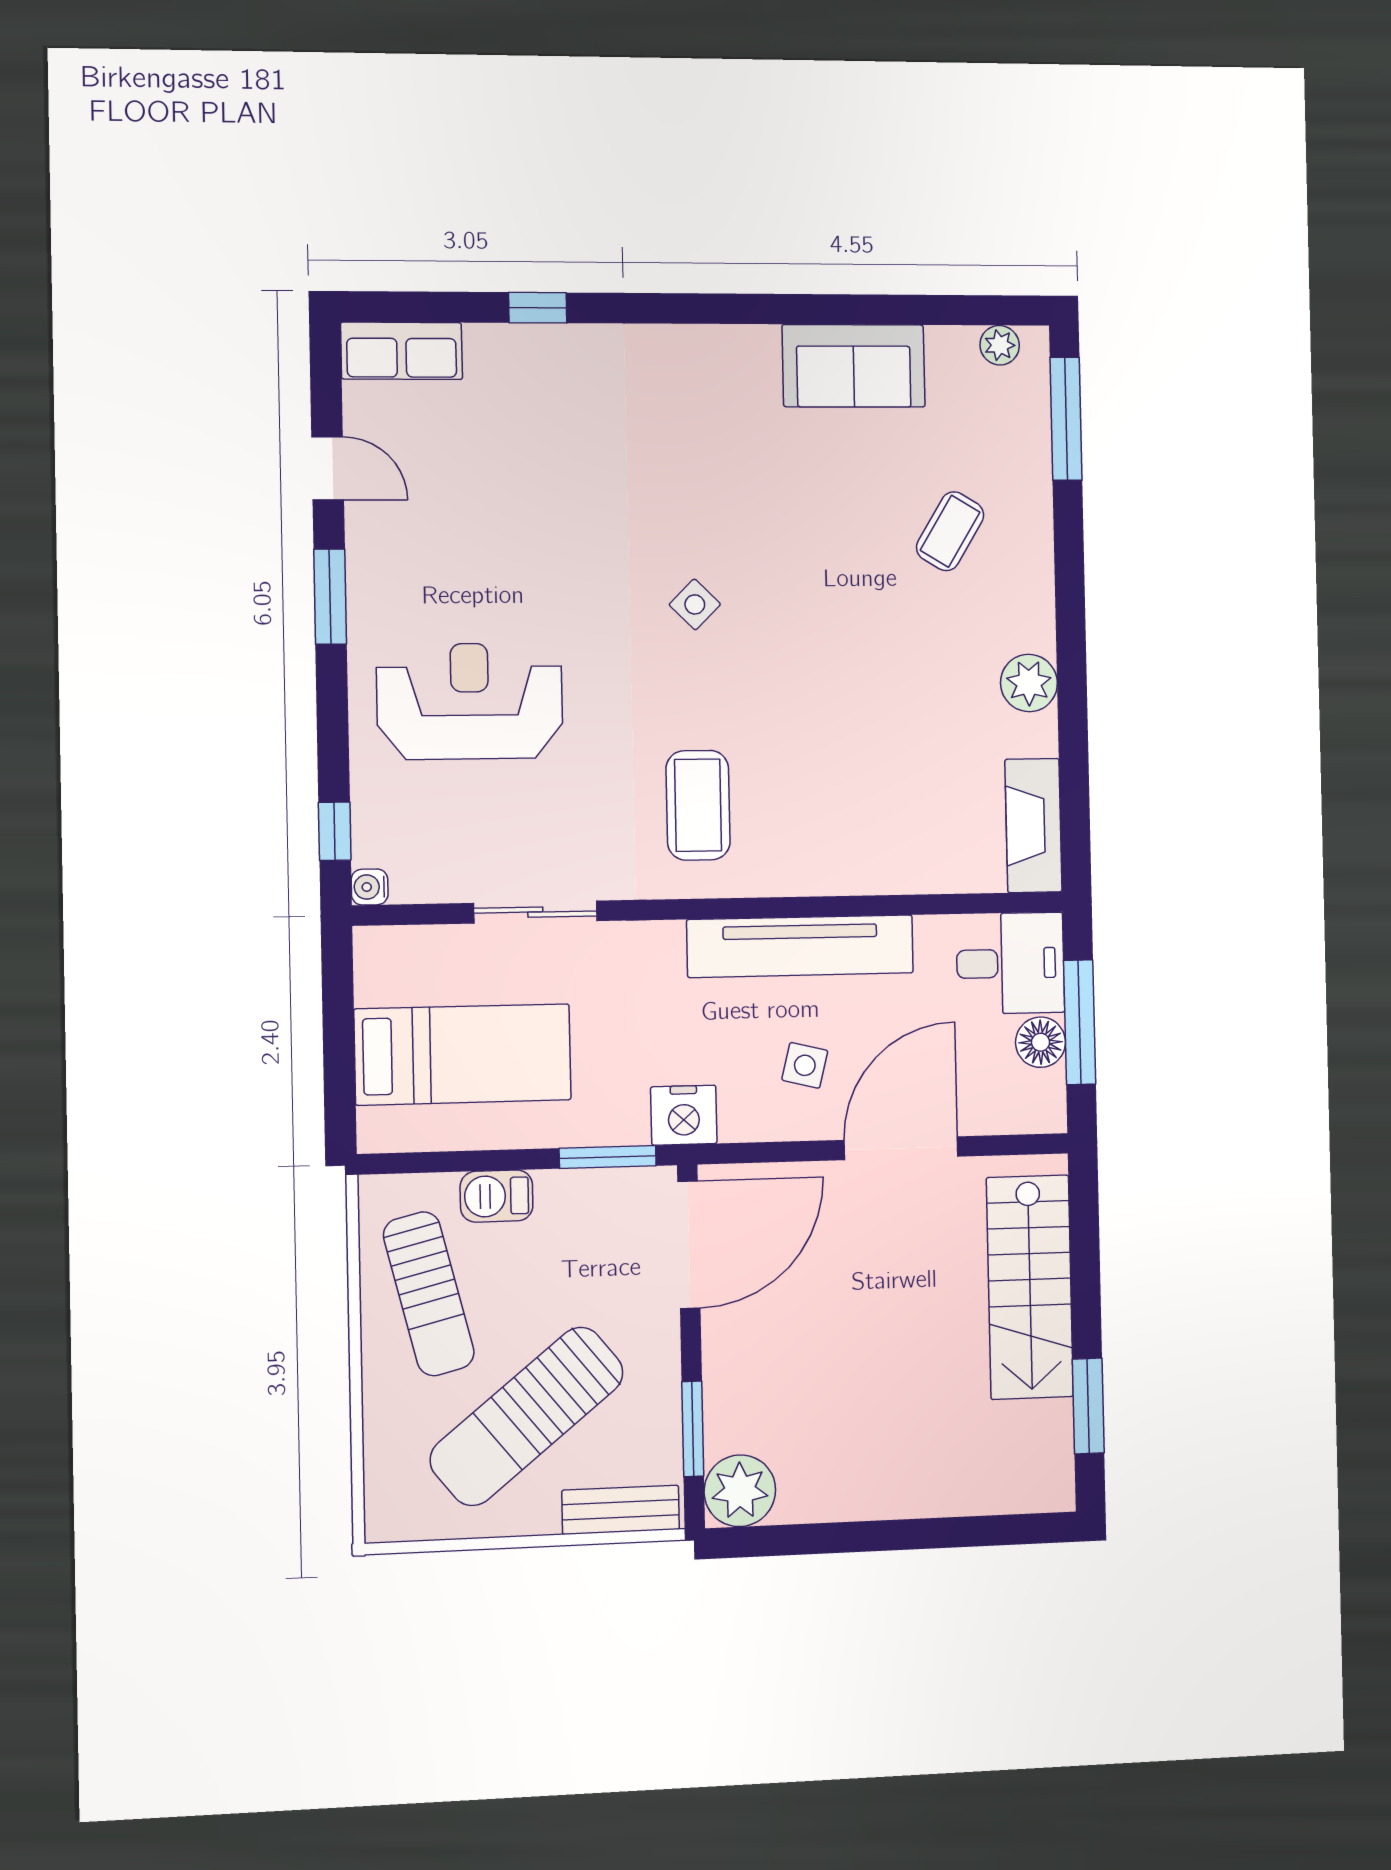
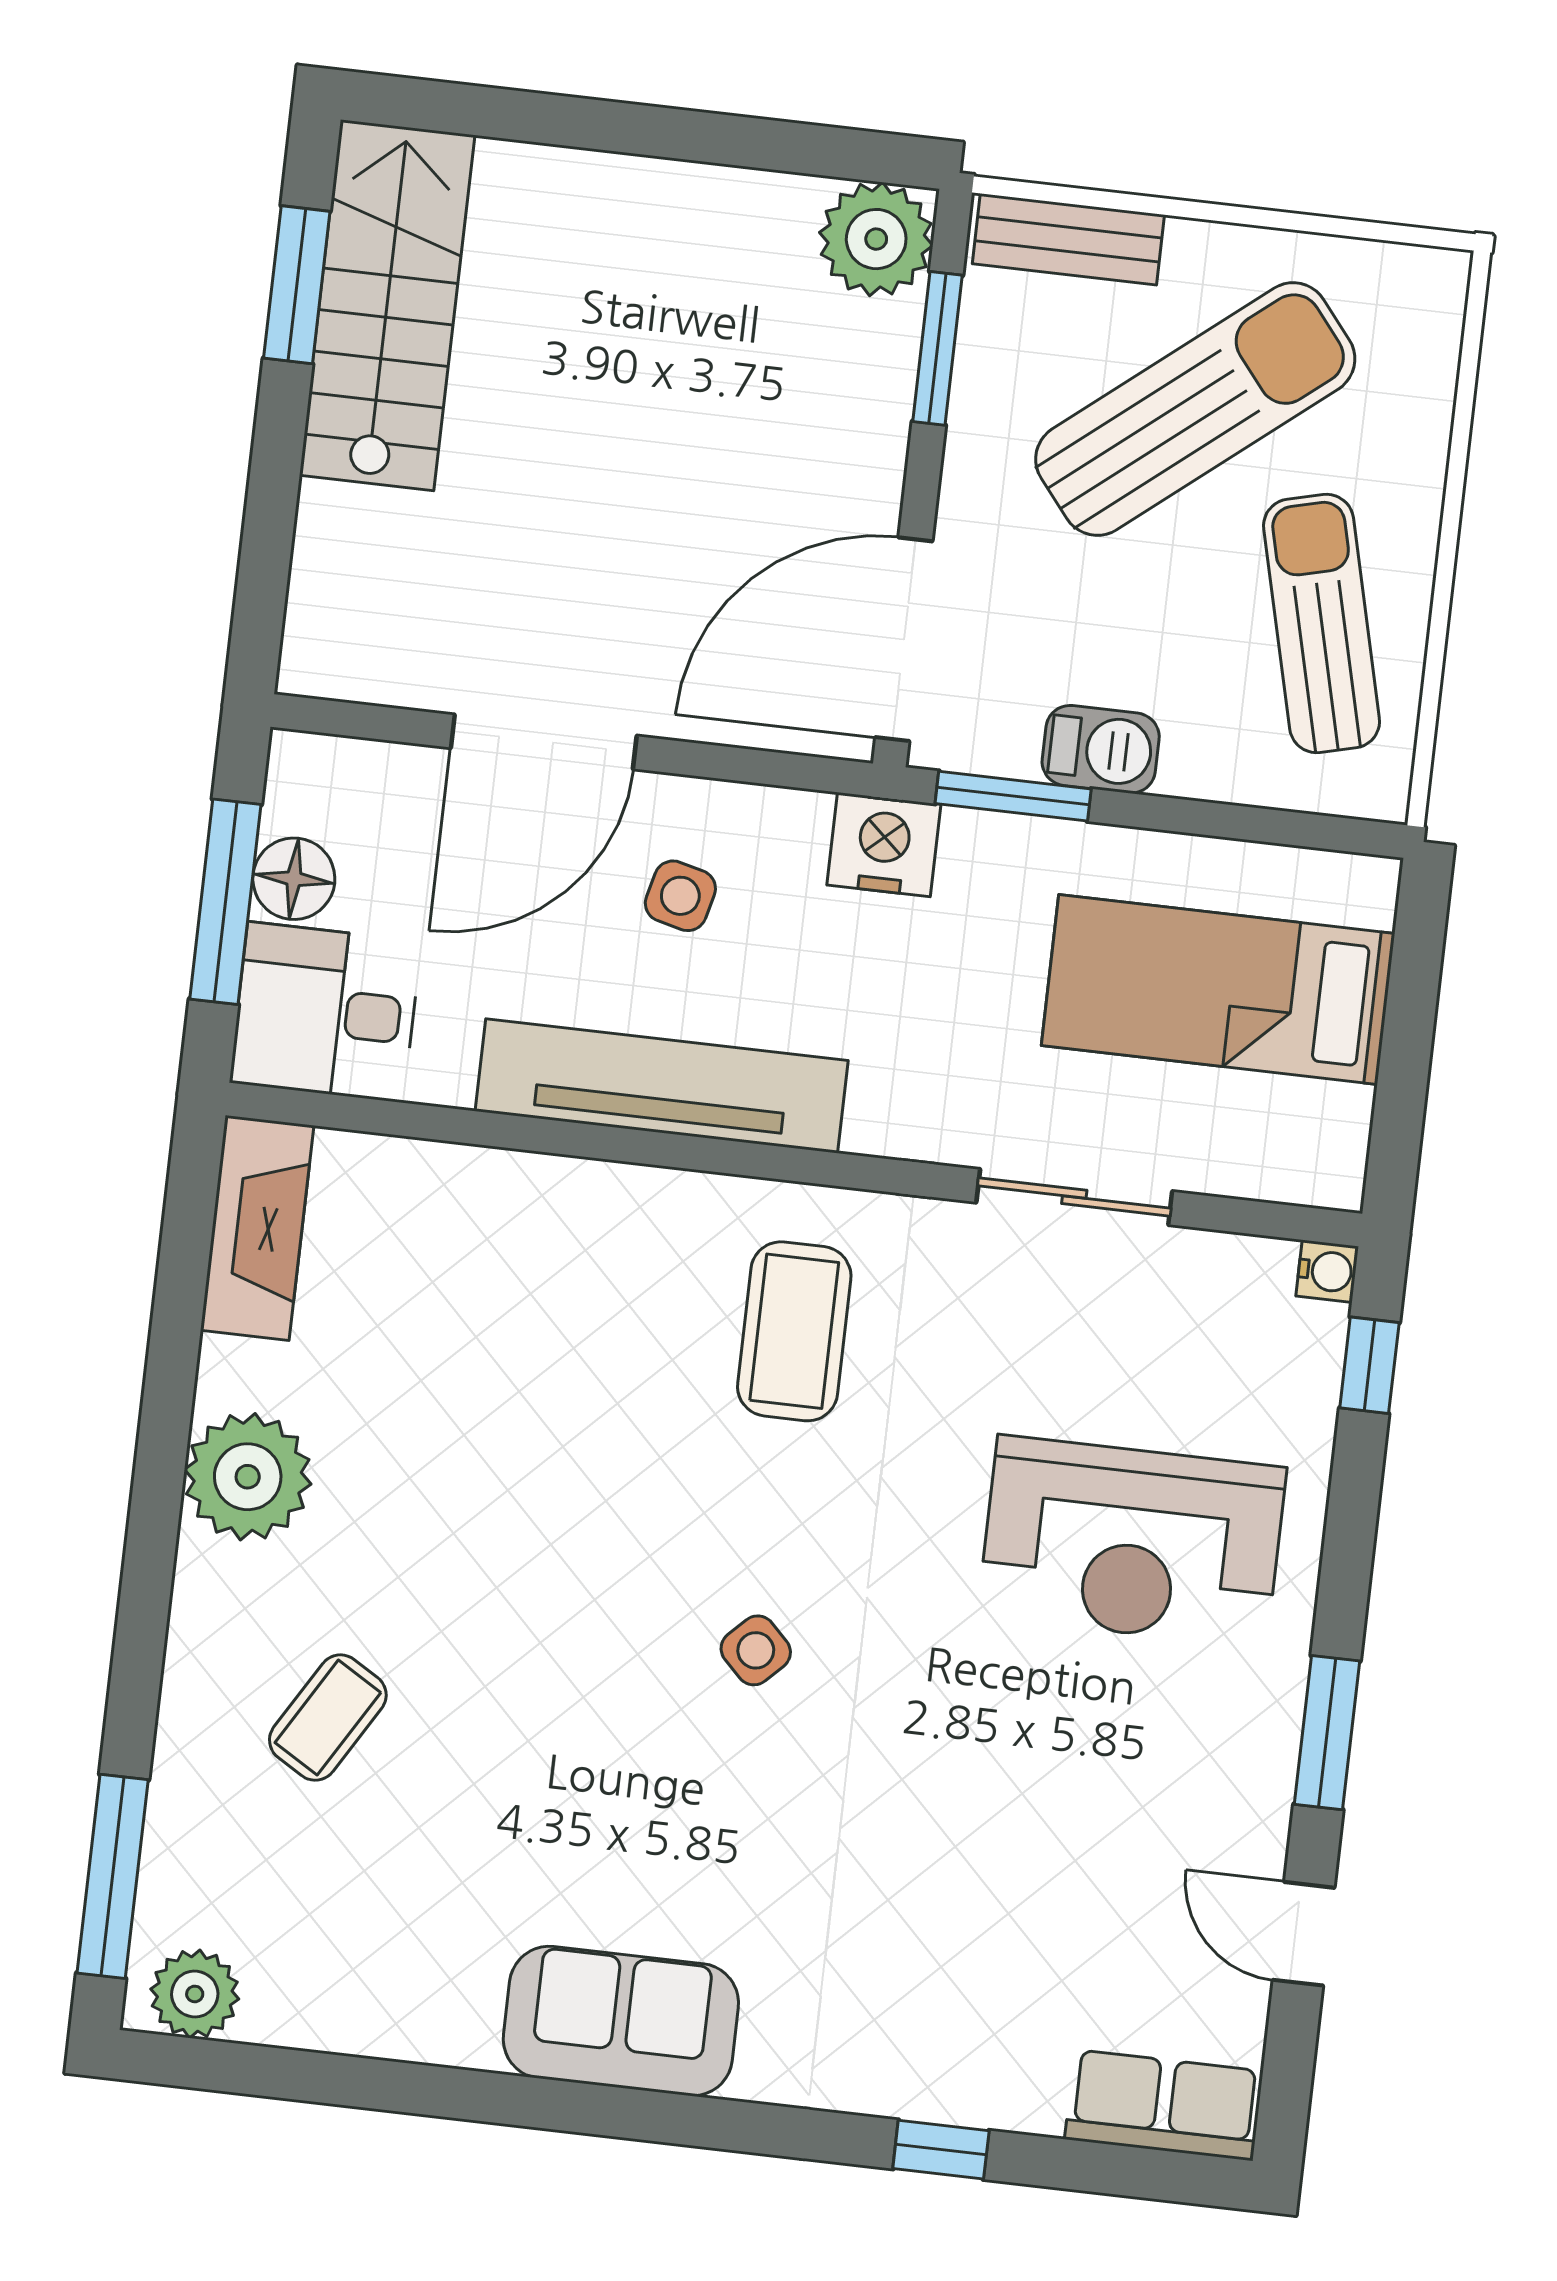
plant: (1000, 345) -> (195, 1994), width x1.38, depth x1.38
sofa: (854, 366) -> (621, 2021), moved
plant: (1029, 683) -> (248, 1477), width x1.36, depth x1.36
barbecue: (497, 1196) -> (1101, 749), moved
stairs: (1030, 1287) -> (387, 305), moved

